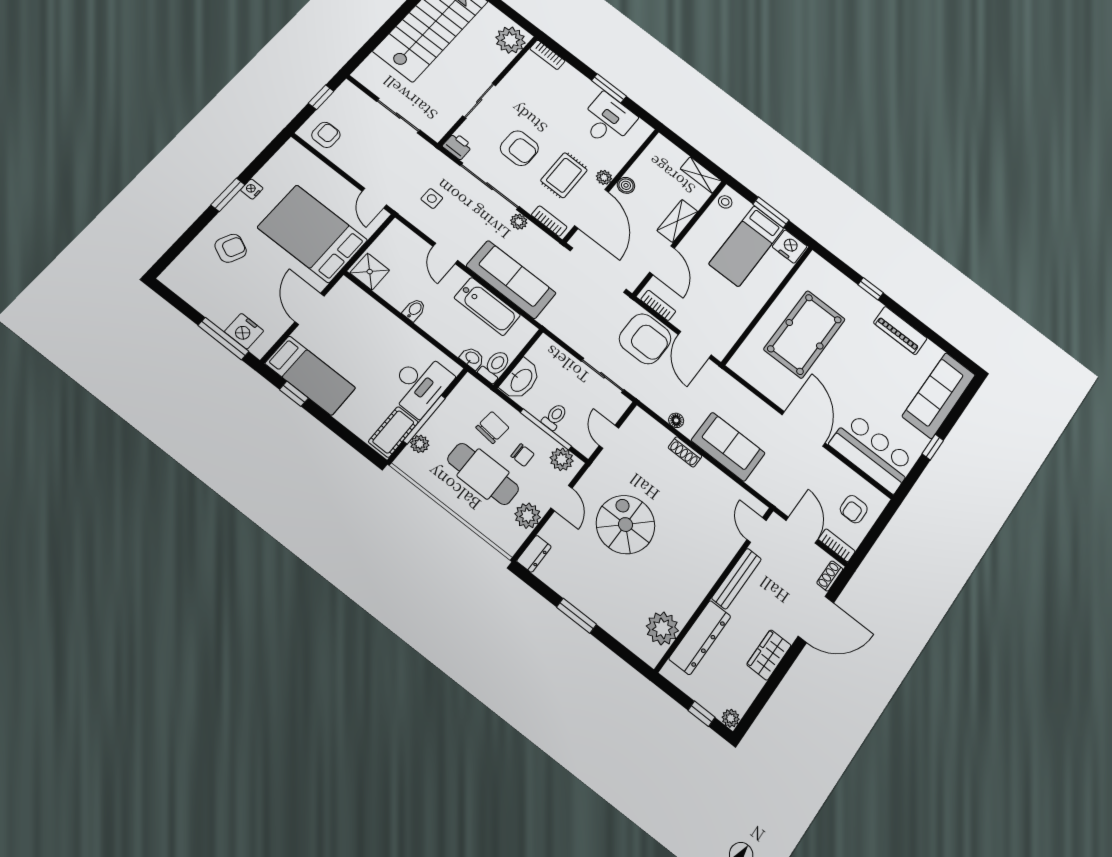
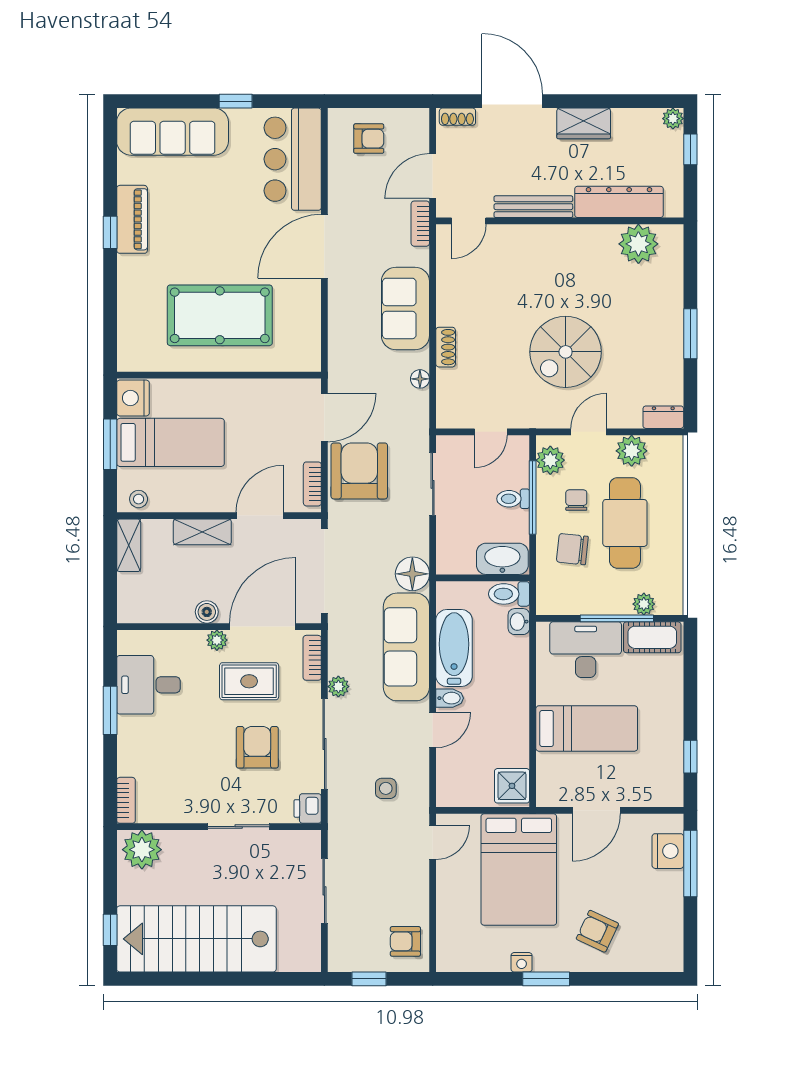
window: (871, 289) -> (110, 232), moved
bidet: (414, 310) -> (450, 698), moved, turned 180
floor lamp: (555, 319) -> (412, 574), added
bed: (310, 376) -> (587, 728), moved, turned 90
bookcase: (837, 545) -> (420, 224), moved

